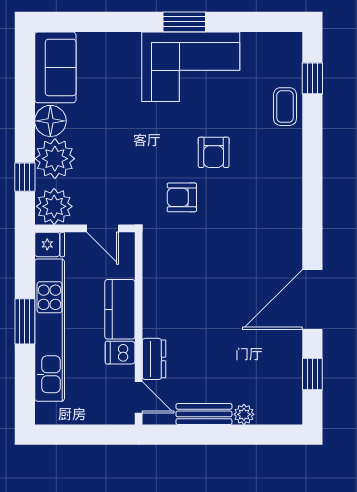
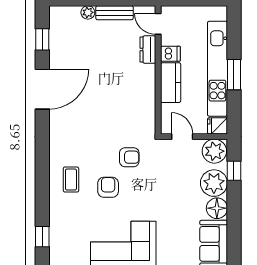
coffee table: (285, 107) -> (71, 180), moved

